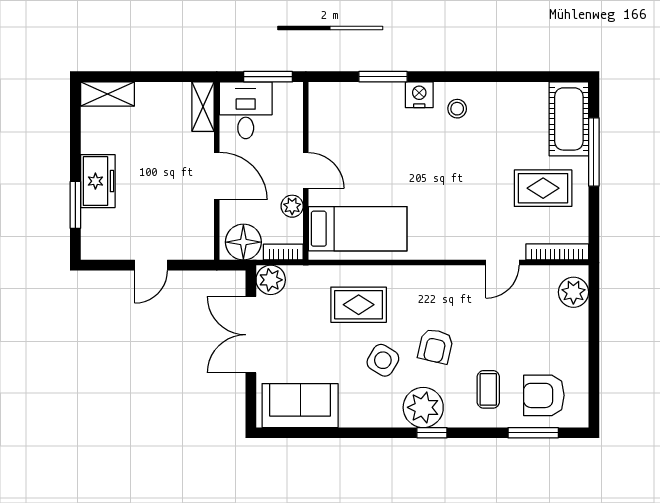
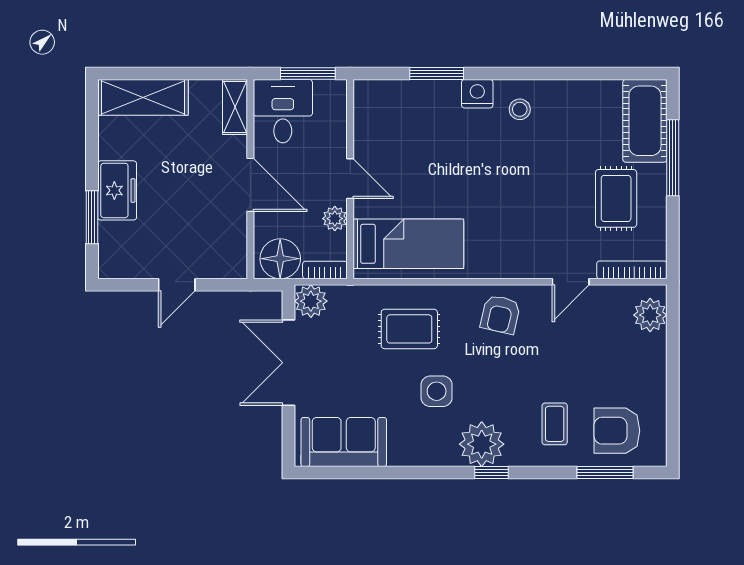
shelving: (107, 94) -> (143, 97), width x1.50, depth x1.33
rug: (543, 188) -> (616, 198), turned 90
armchair: (435, 346) -> (500, 314), moved
side table: (383, 360) -> (437, 391), turned -31

